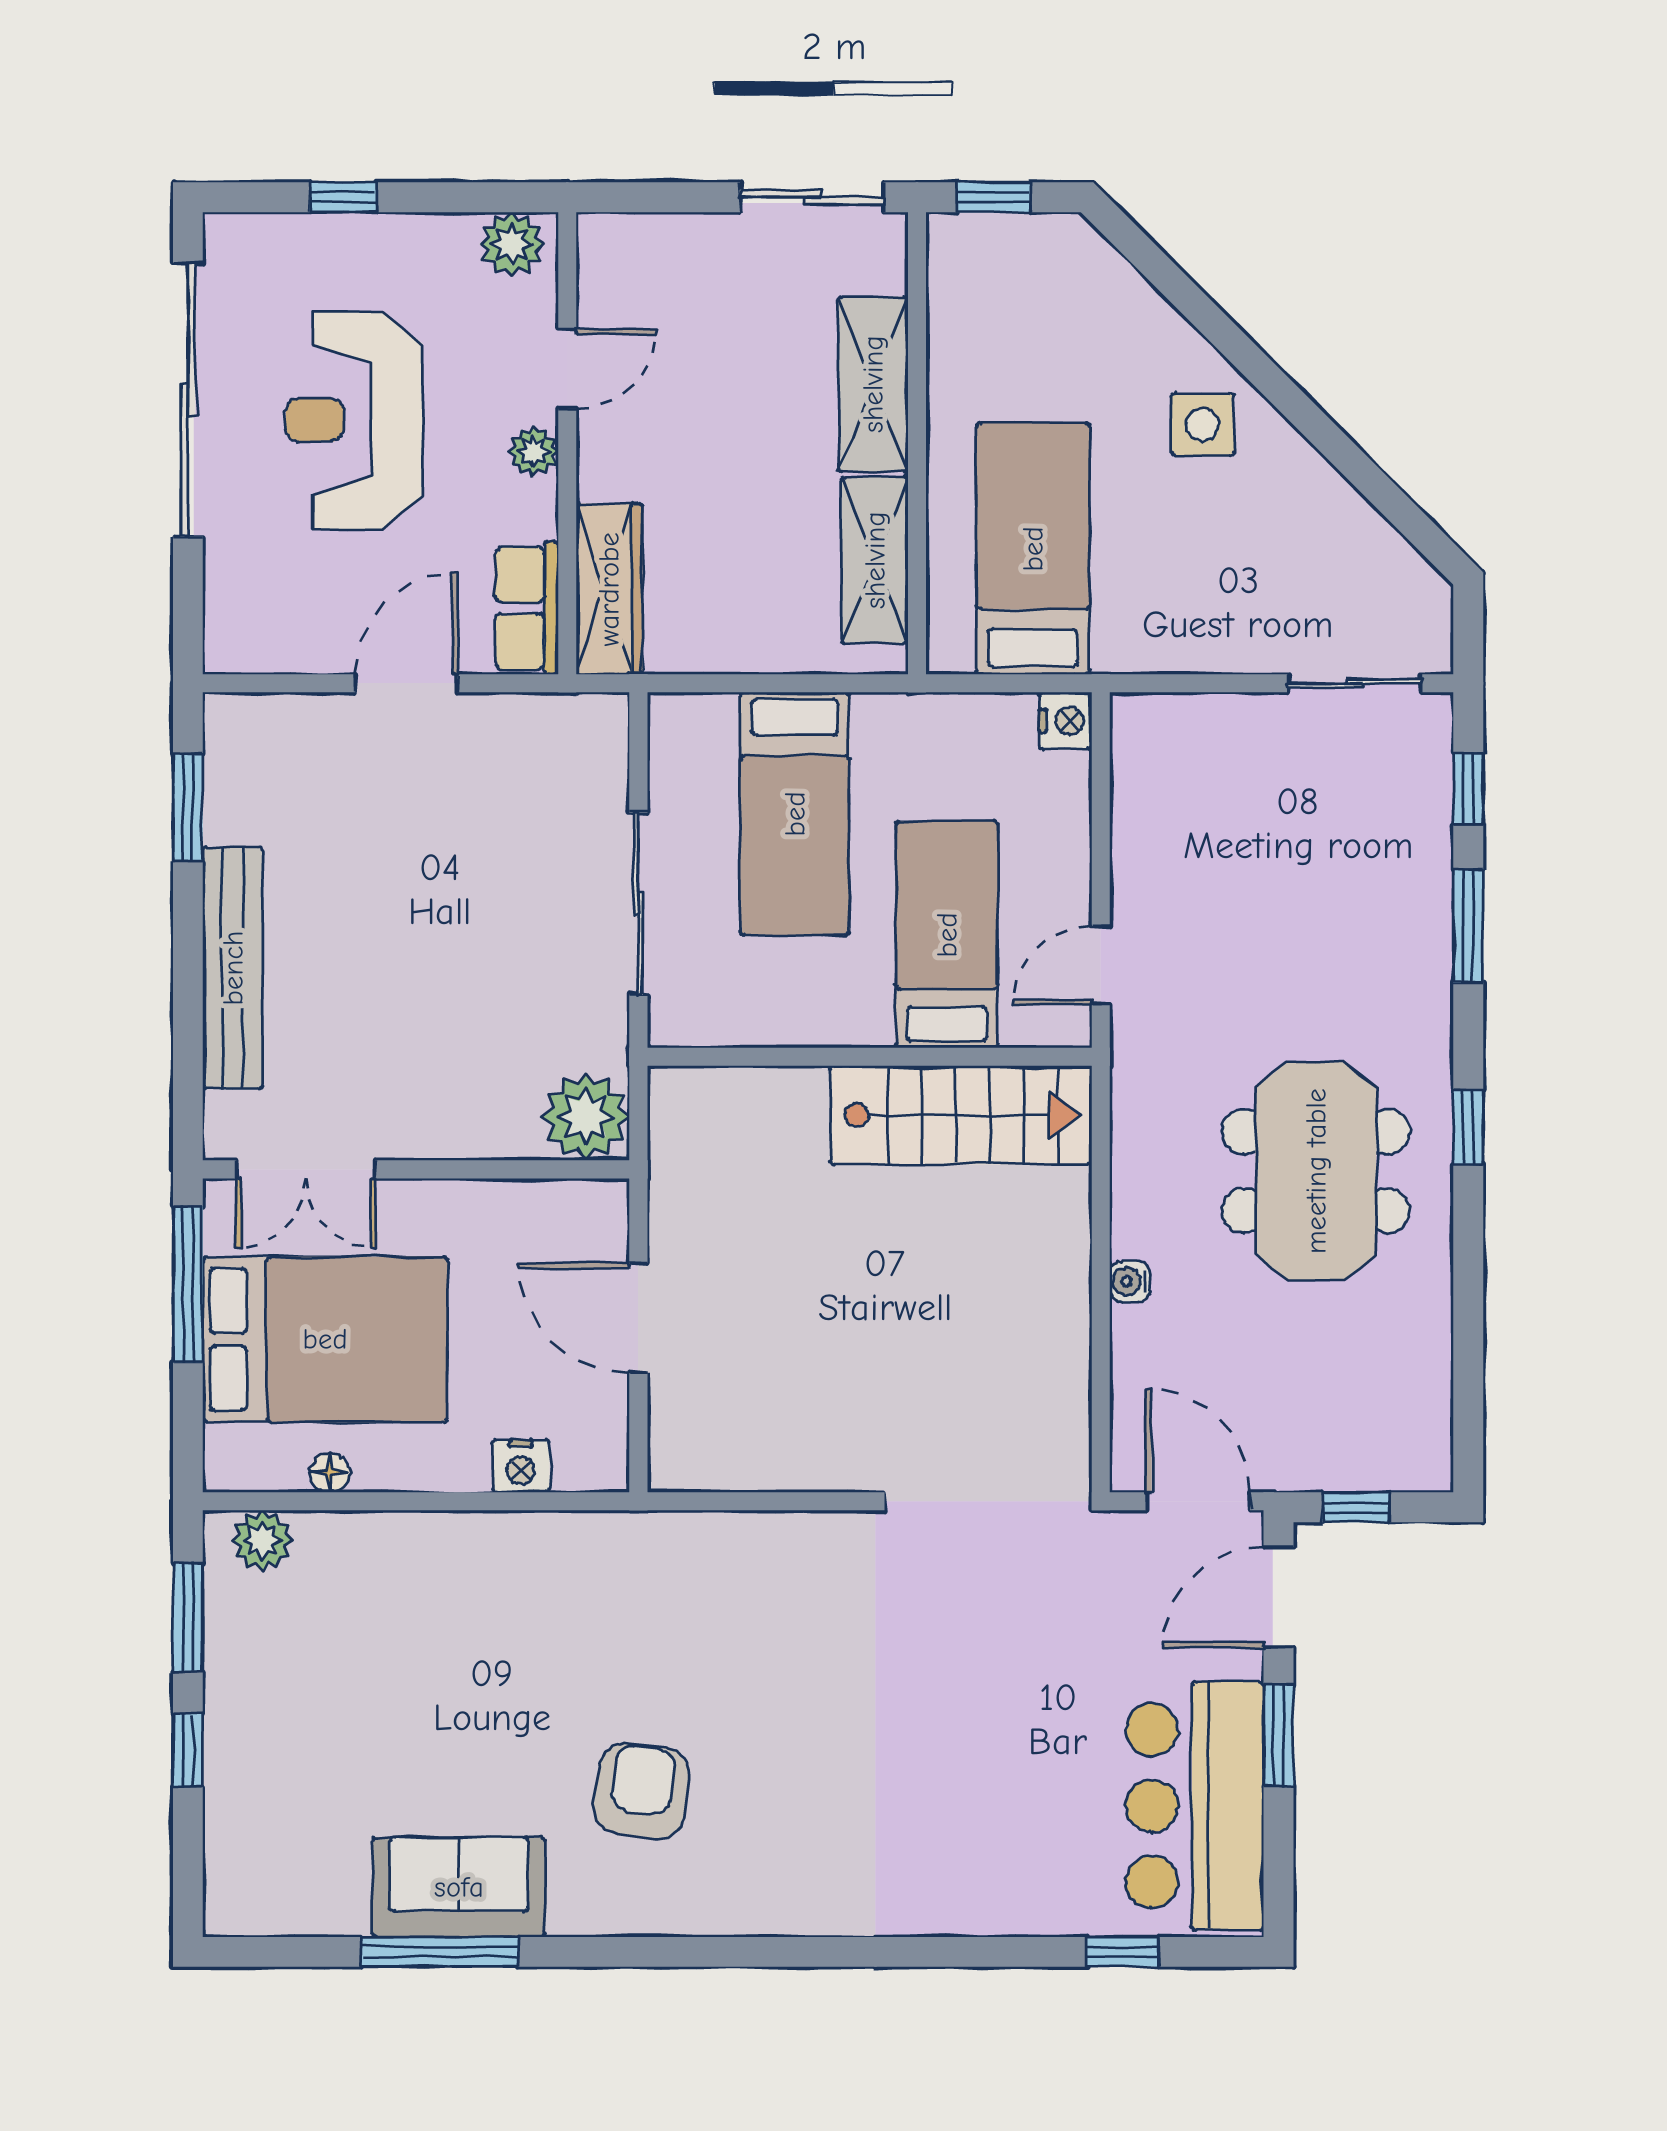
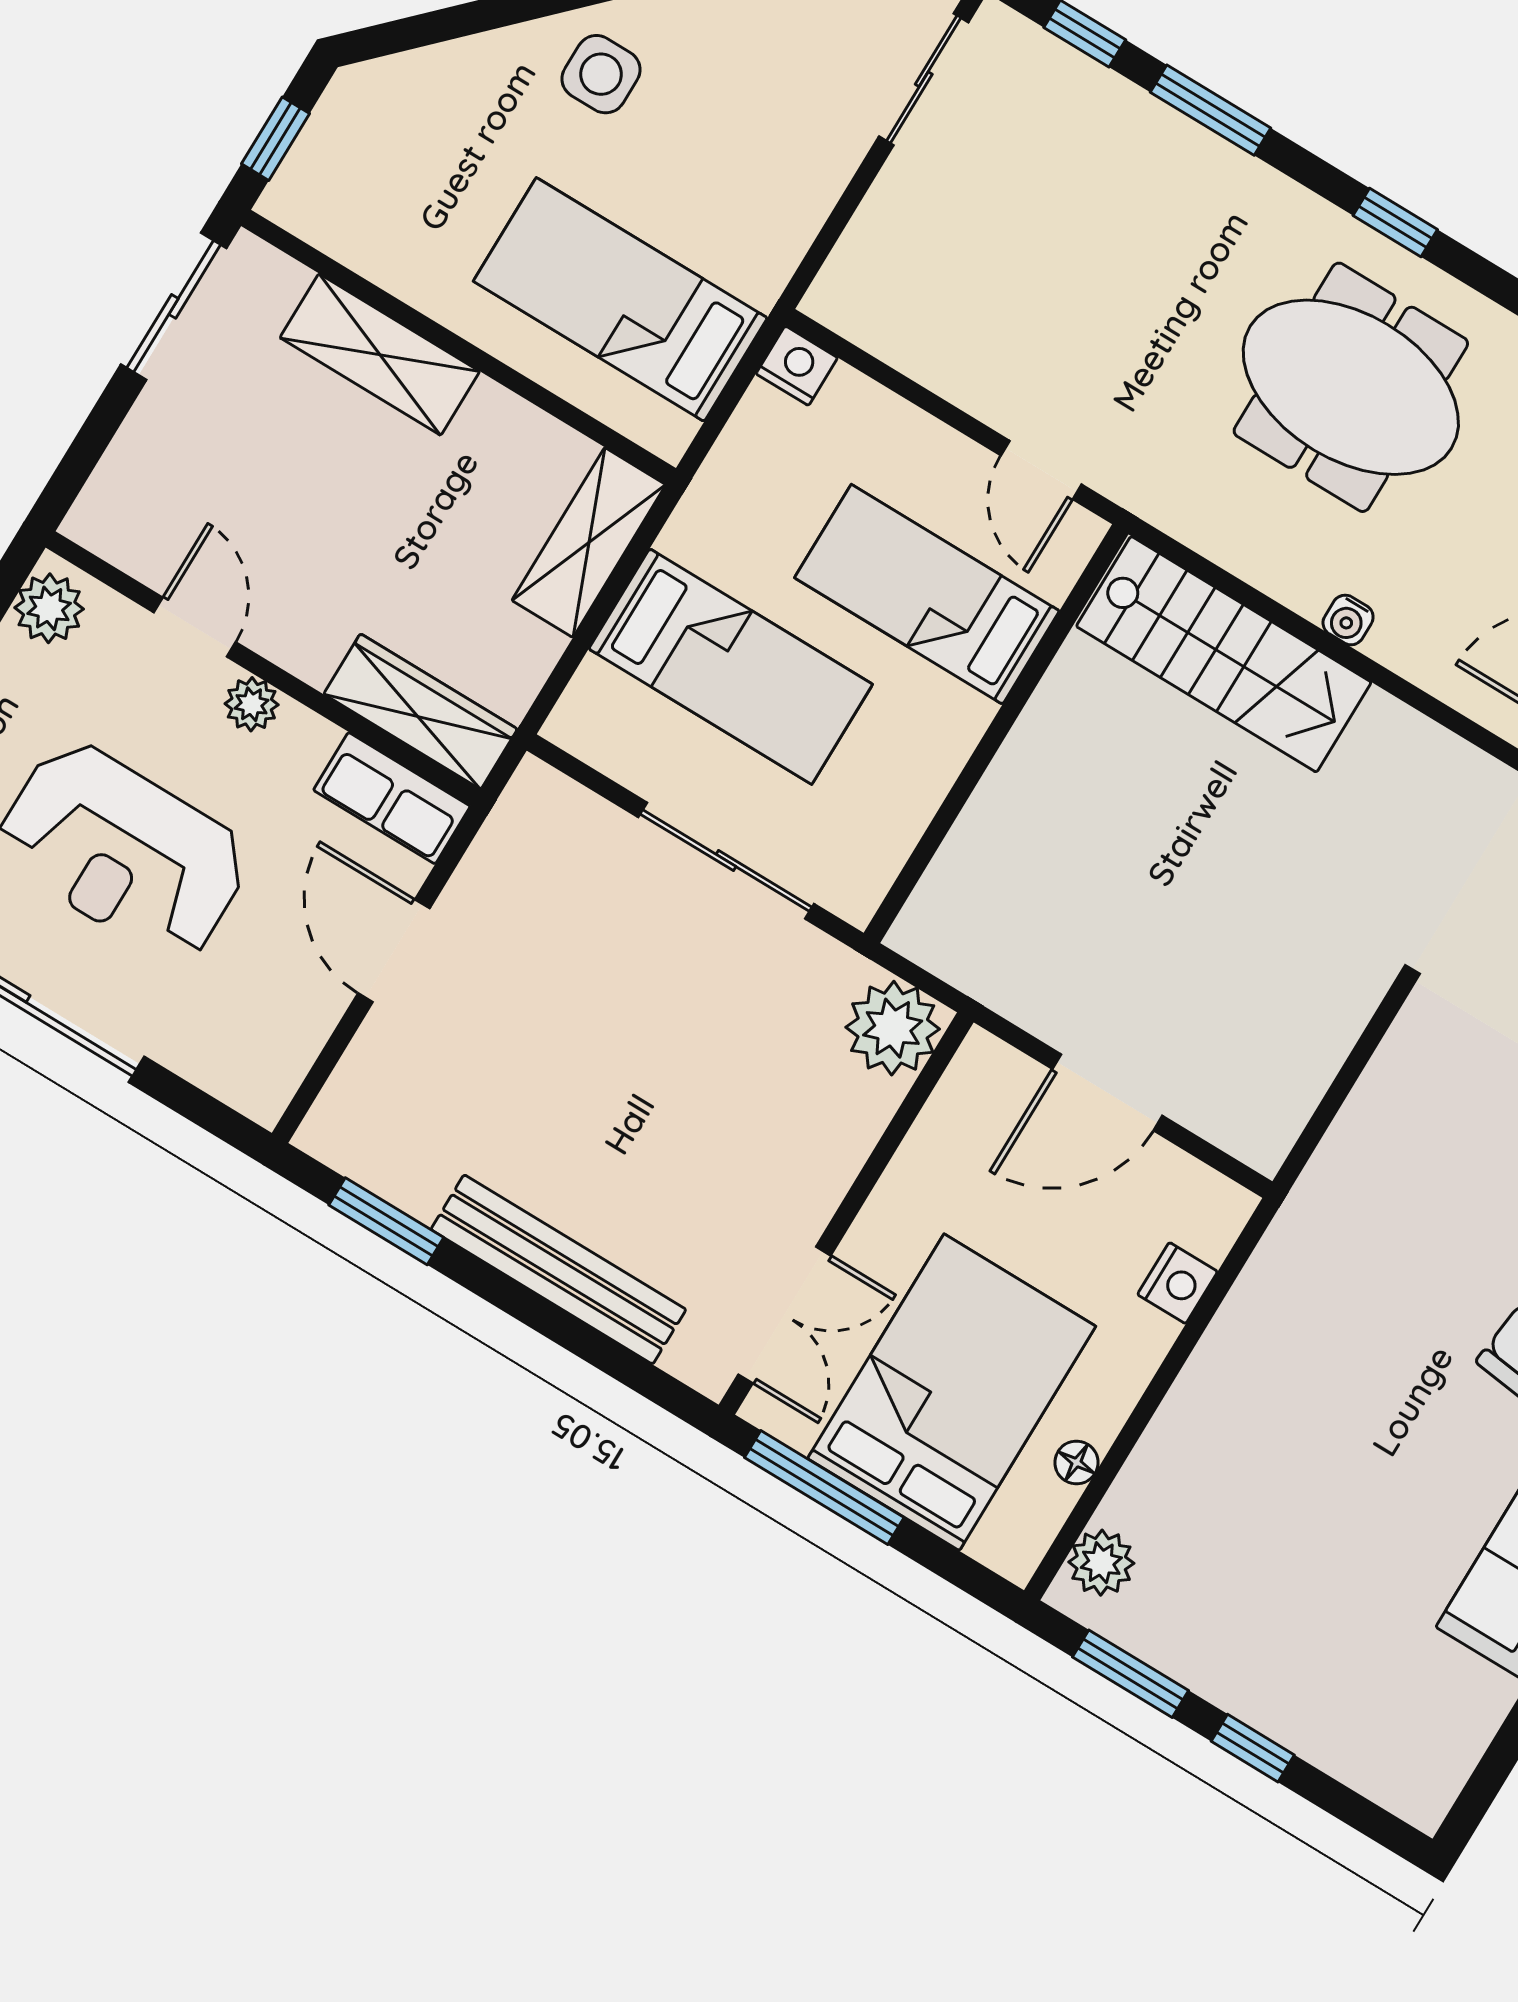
shelving: (875, 560) -> (589, 543), moved, turned 90
stairs: (961, 1115) -> (1224, 654), moved, turned 90

